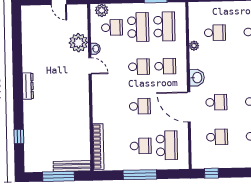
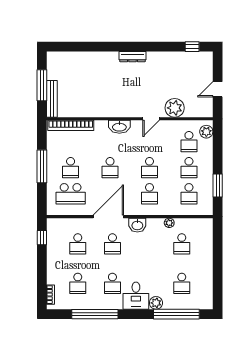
school desk: (164, 26) -> (189, 194), width x0.54
school desk: (138, 27) -> (189, 168), width x0.54
washbasin: (96, 49) -> (119, 127), moved, width x1.91, depth x1.45
window: (19, 136) -> (192, 47), moved

